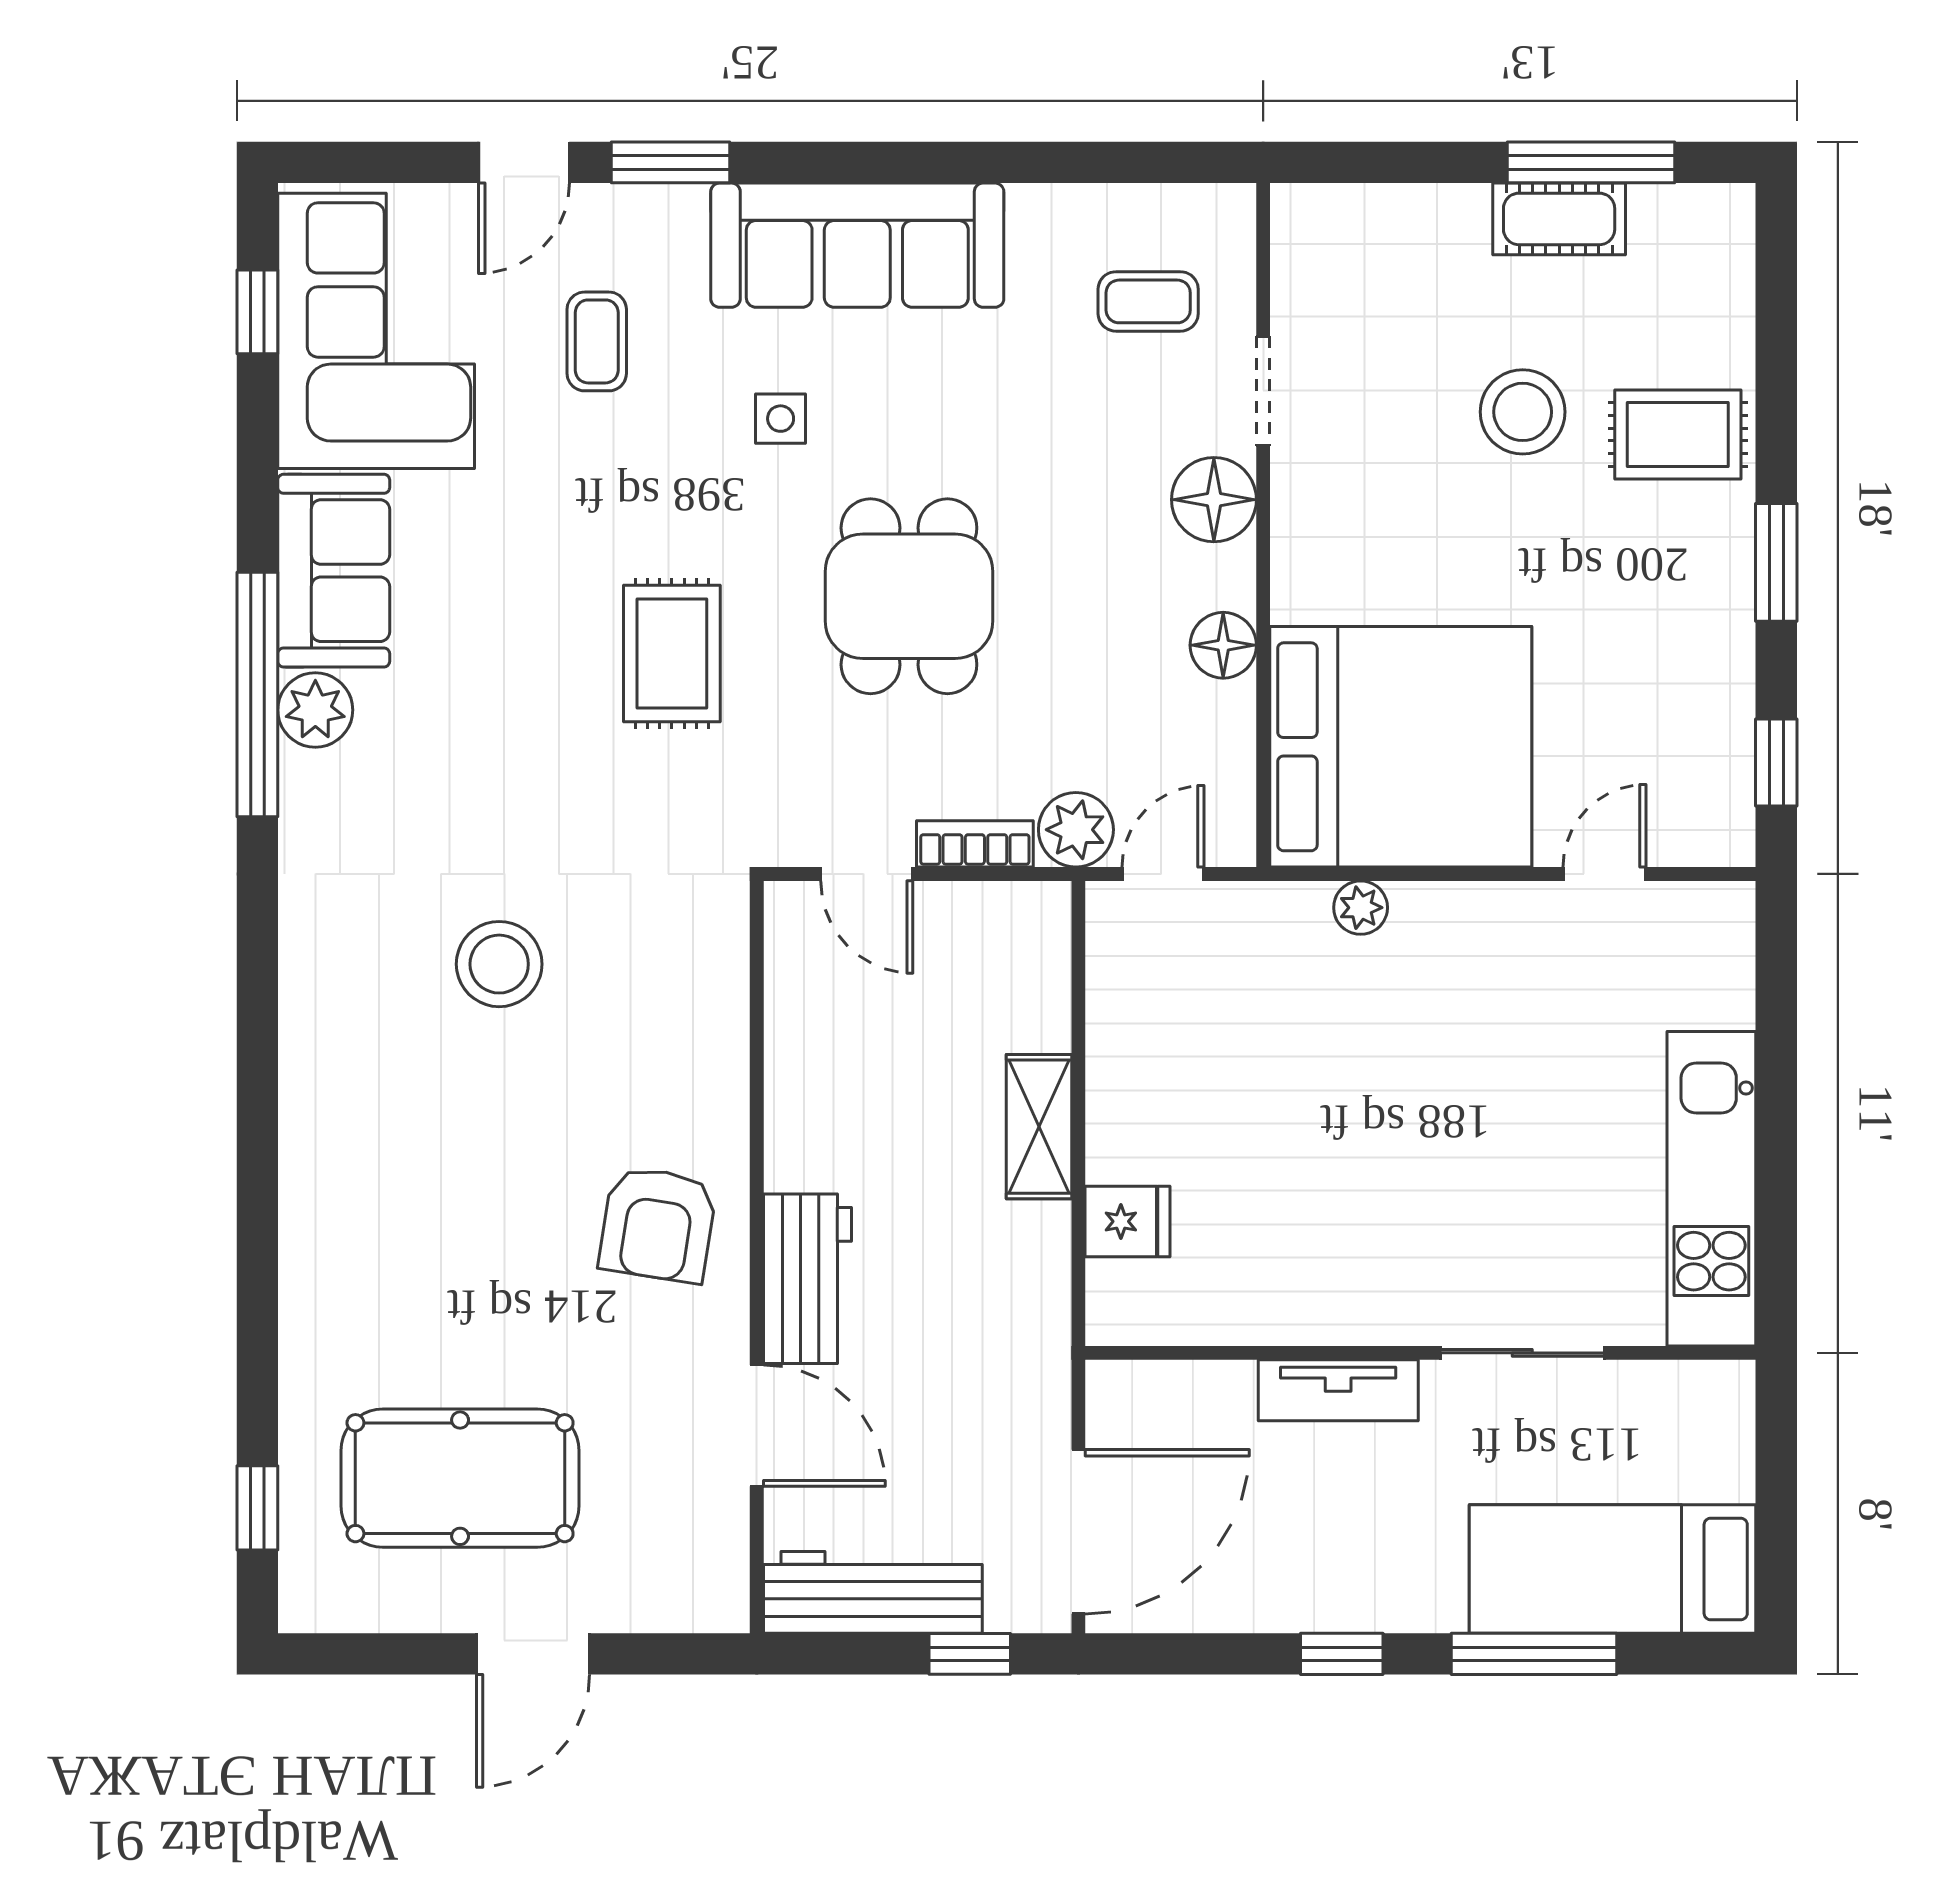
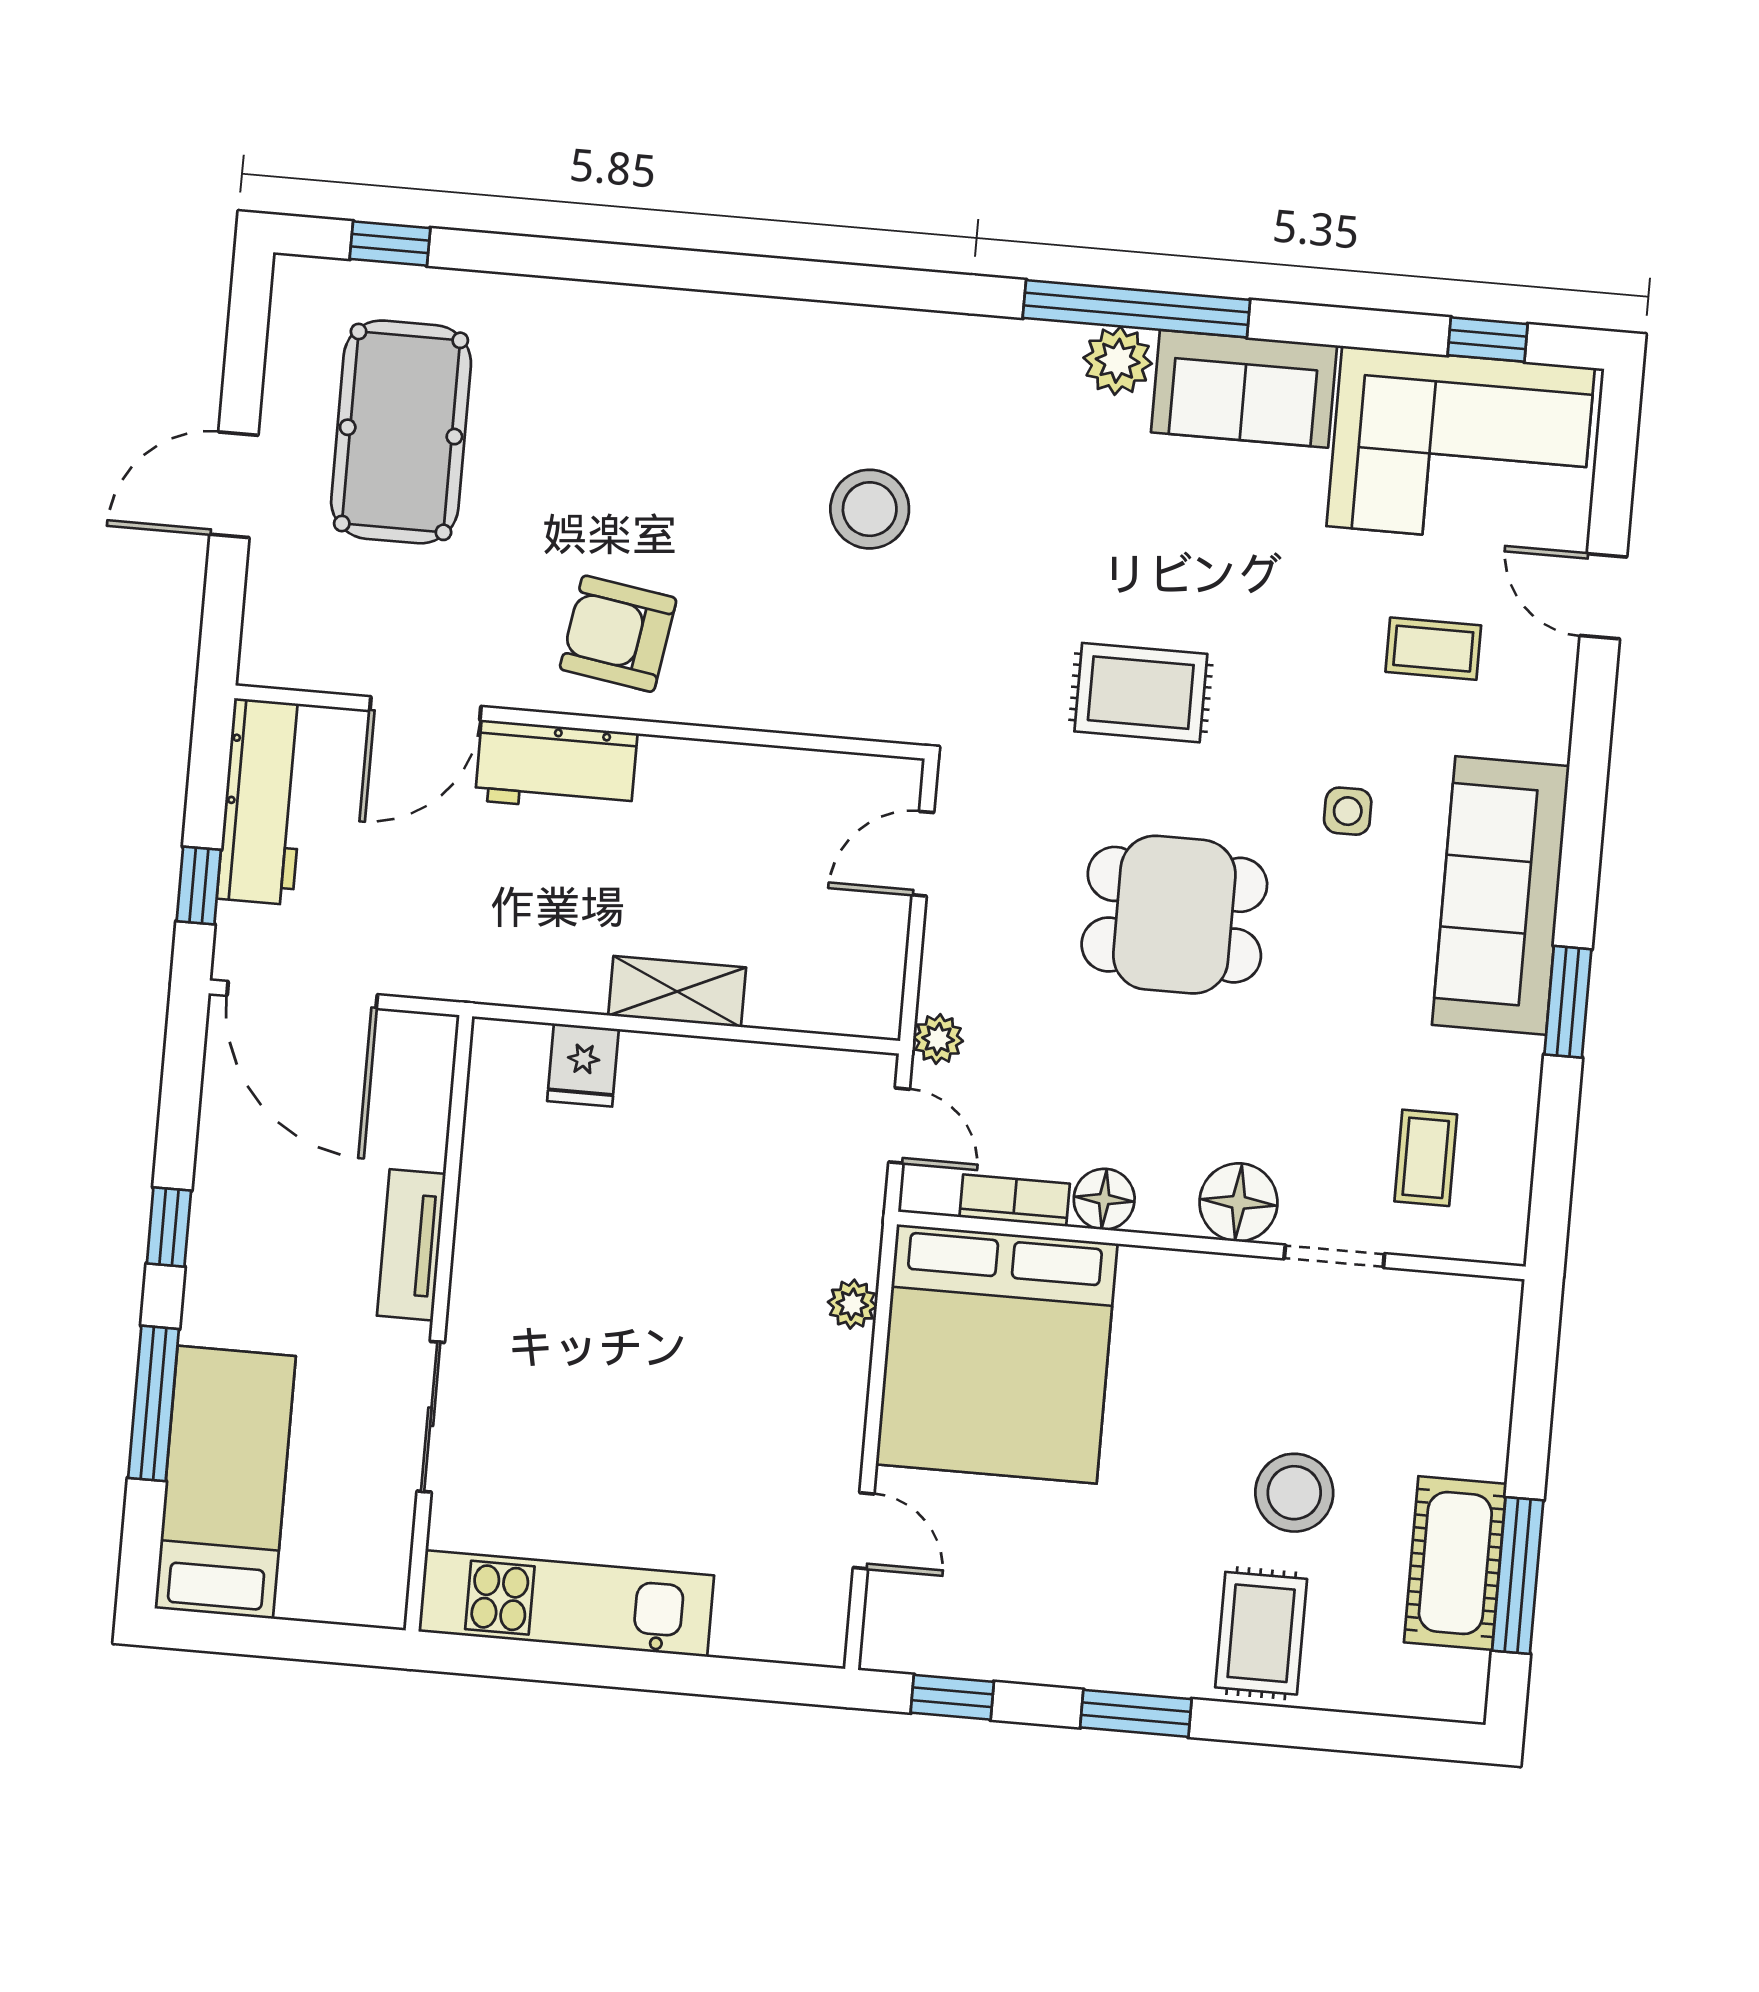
window: (671, 162) -> (1568, 1002), moved
cot: (1559, 219) -> (1455, 1563), width x1.37, depth x1.34
plant: (1076, 830) -> (938, 1039), width x0.73, depth x0.73
bookcase: (975, 844) -> (1015, 1200), moved, turned -90
door: (533, 1654) -> (234, 485), hinge flipped

